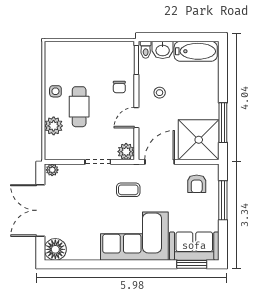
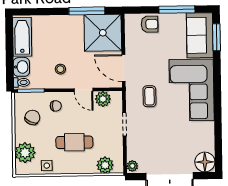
plant: (69, 52) -> (25, 153), added
chair: (107, 61) -> (32, 117), added
side table: (55, 91) -> (47, 166), moved
plant: (54, 126) -> (105, 165), moved
plant: (126, 152) -> (103, 99), moved
armchair: (197, 184) -> (150, 24), moved
window: (223, 200) -> (177, 9), moved

